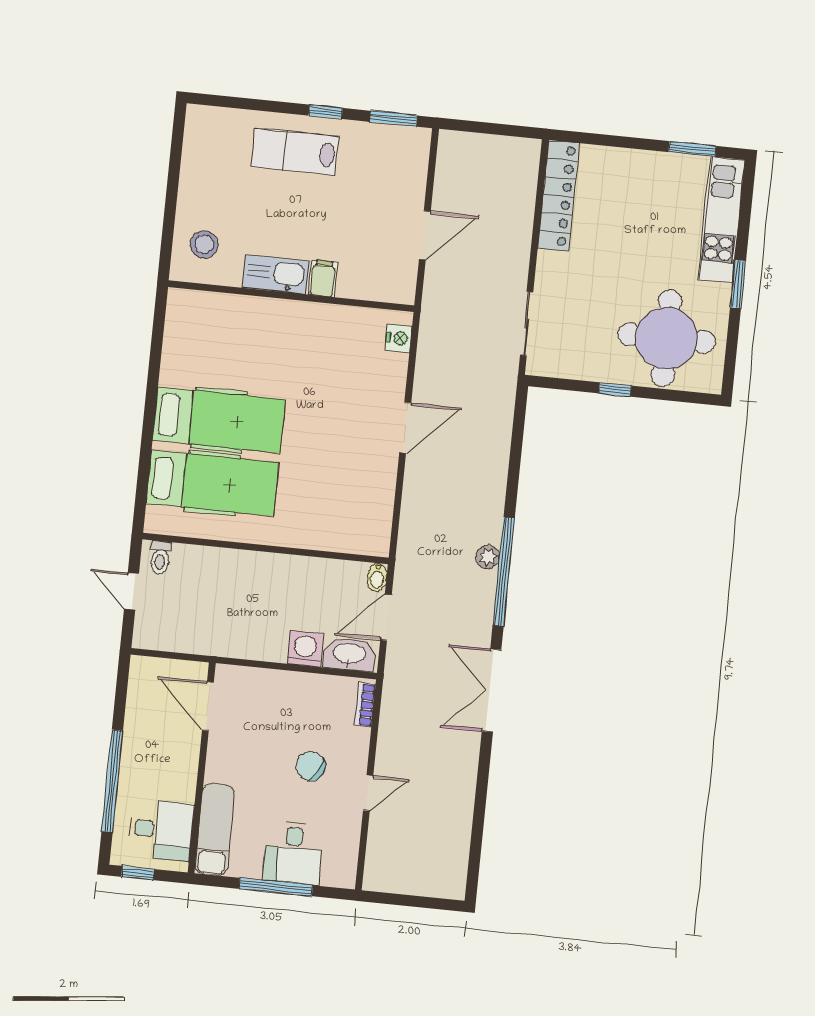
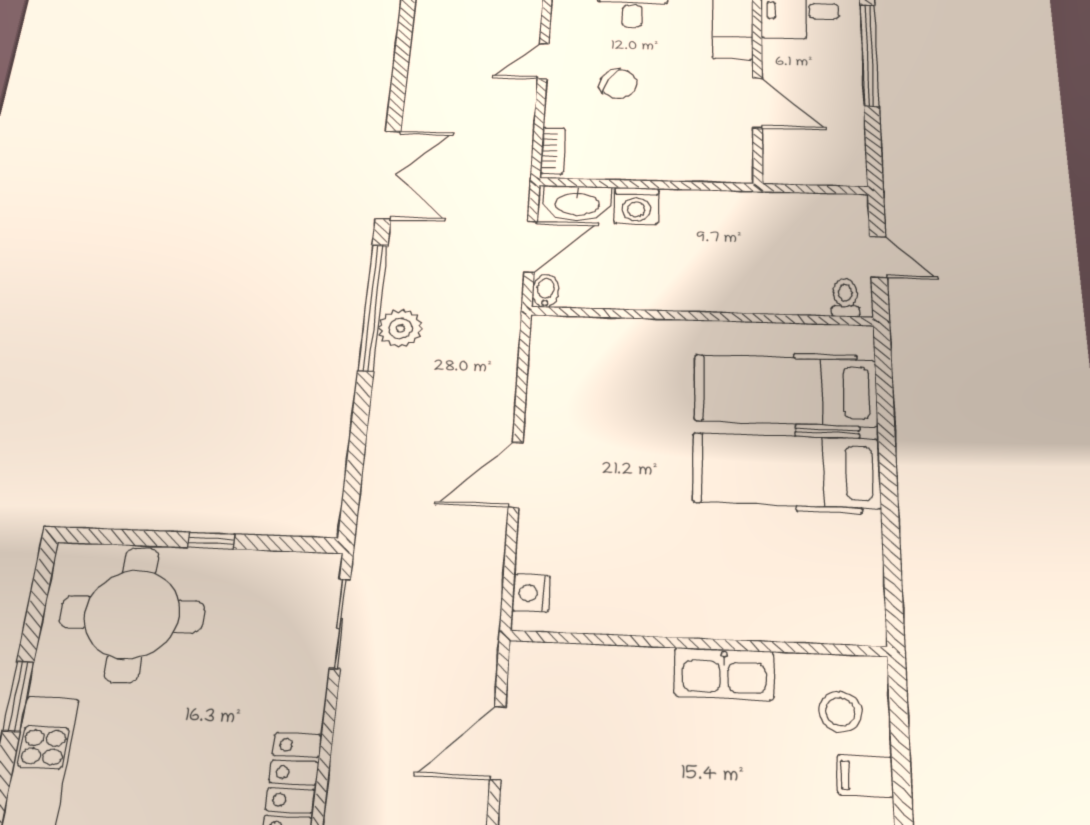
filing cabinet: (323, 279) -> (865, 776), moved, turned 90
plant: (488, 557) -> (400, 328), width x1.38, depth x1.38
door: (208, 706) -> (757, 103), moved

